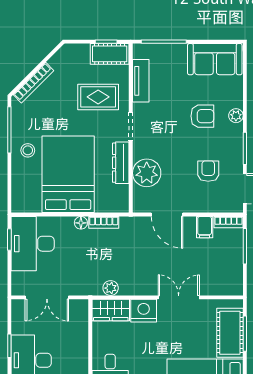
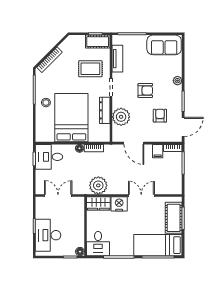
armchair: (202, 116) -> (145, 90), moved
desk: (33, 244) -> (49, 157), width x0.73
plant: (111, 288) -> (98, 185), width x1.87, depth x1.87
double door: (47, 297) -> (58, 195), swing flipped

